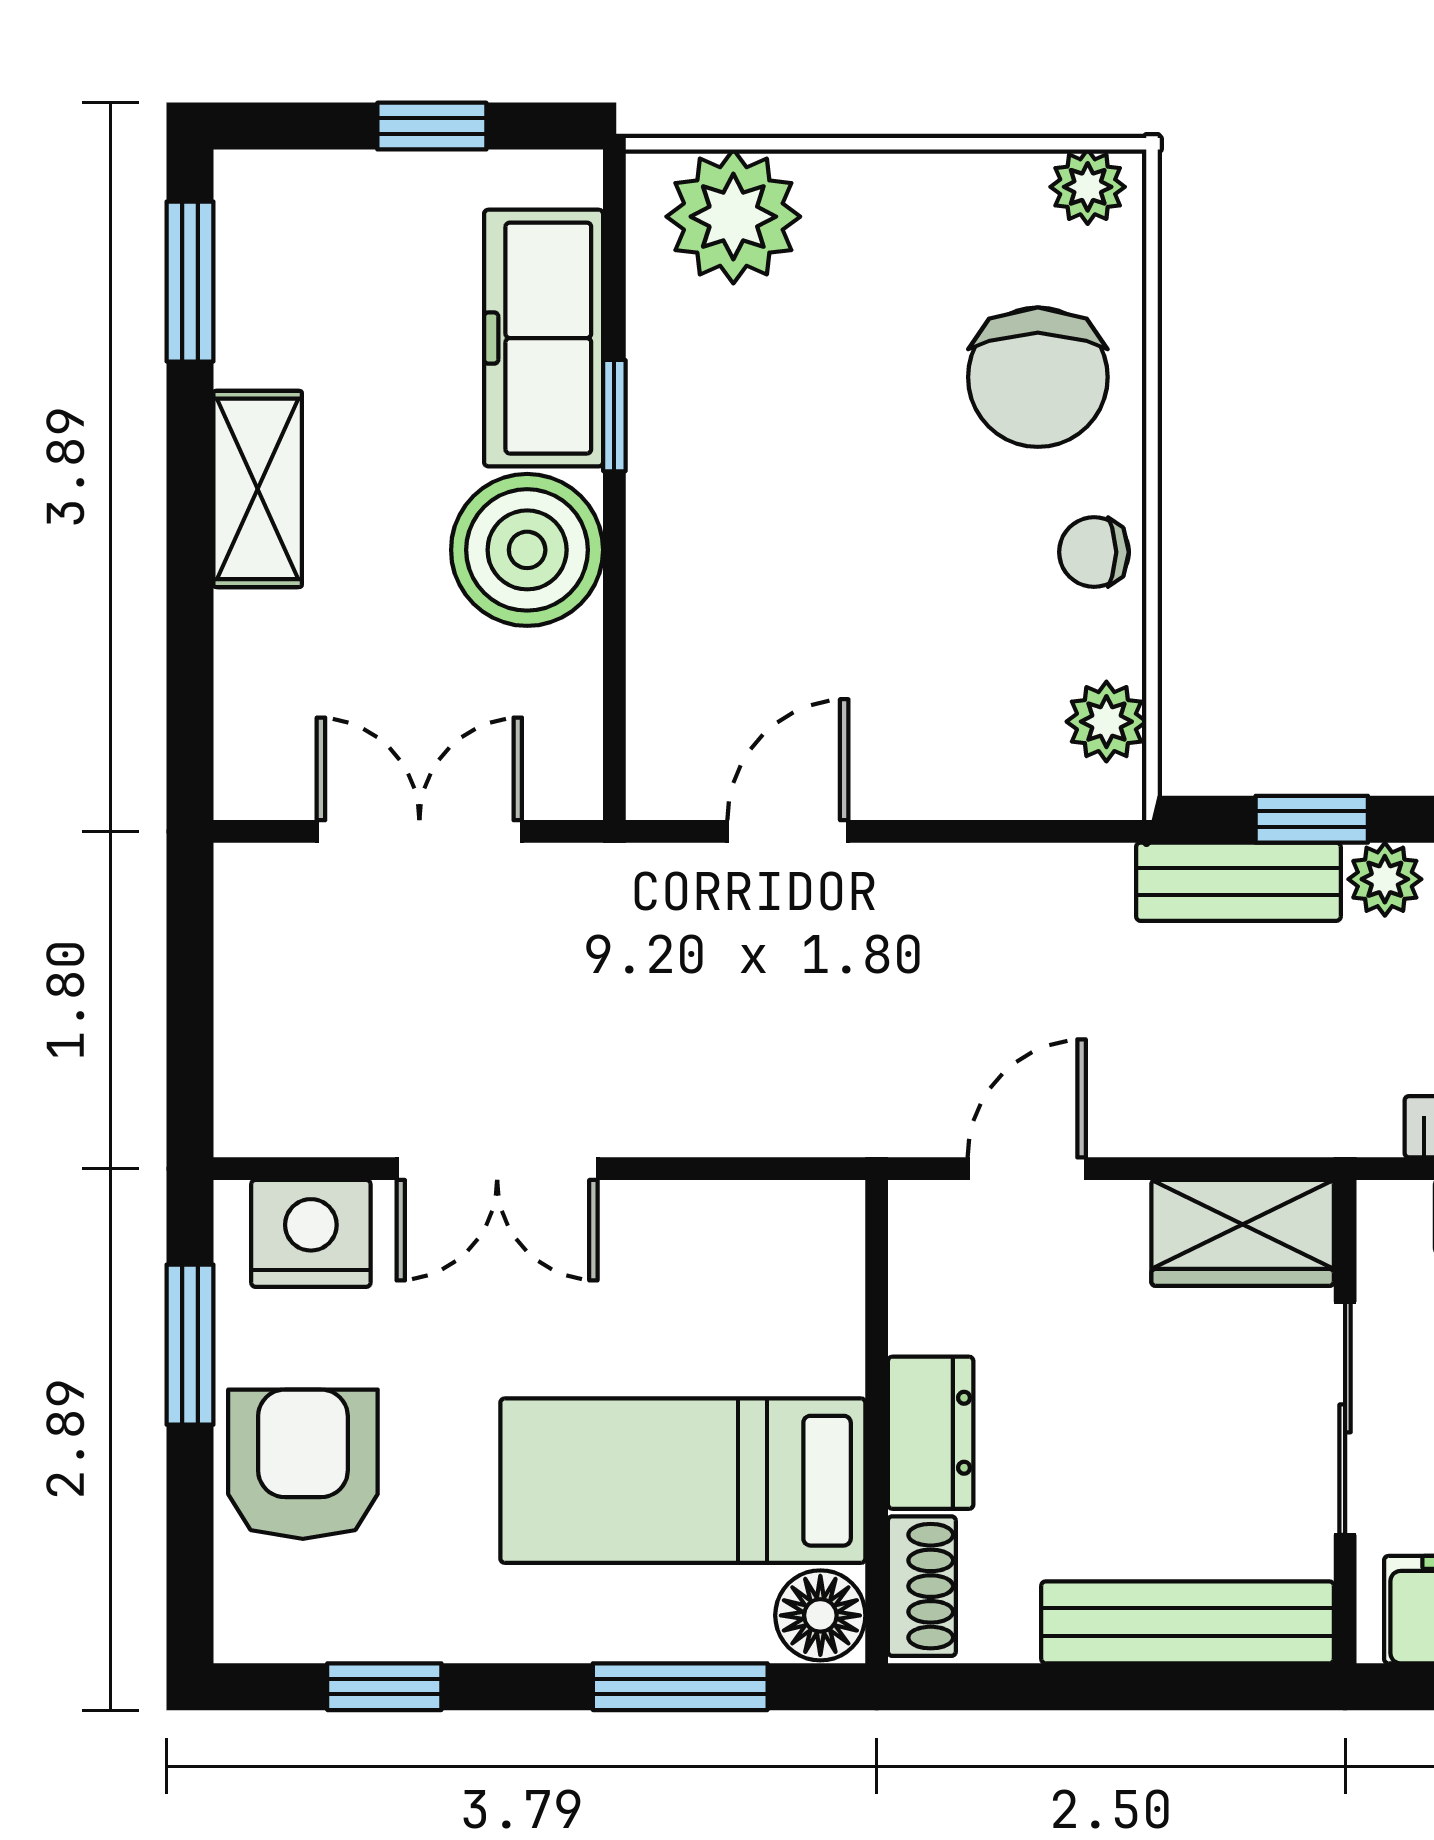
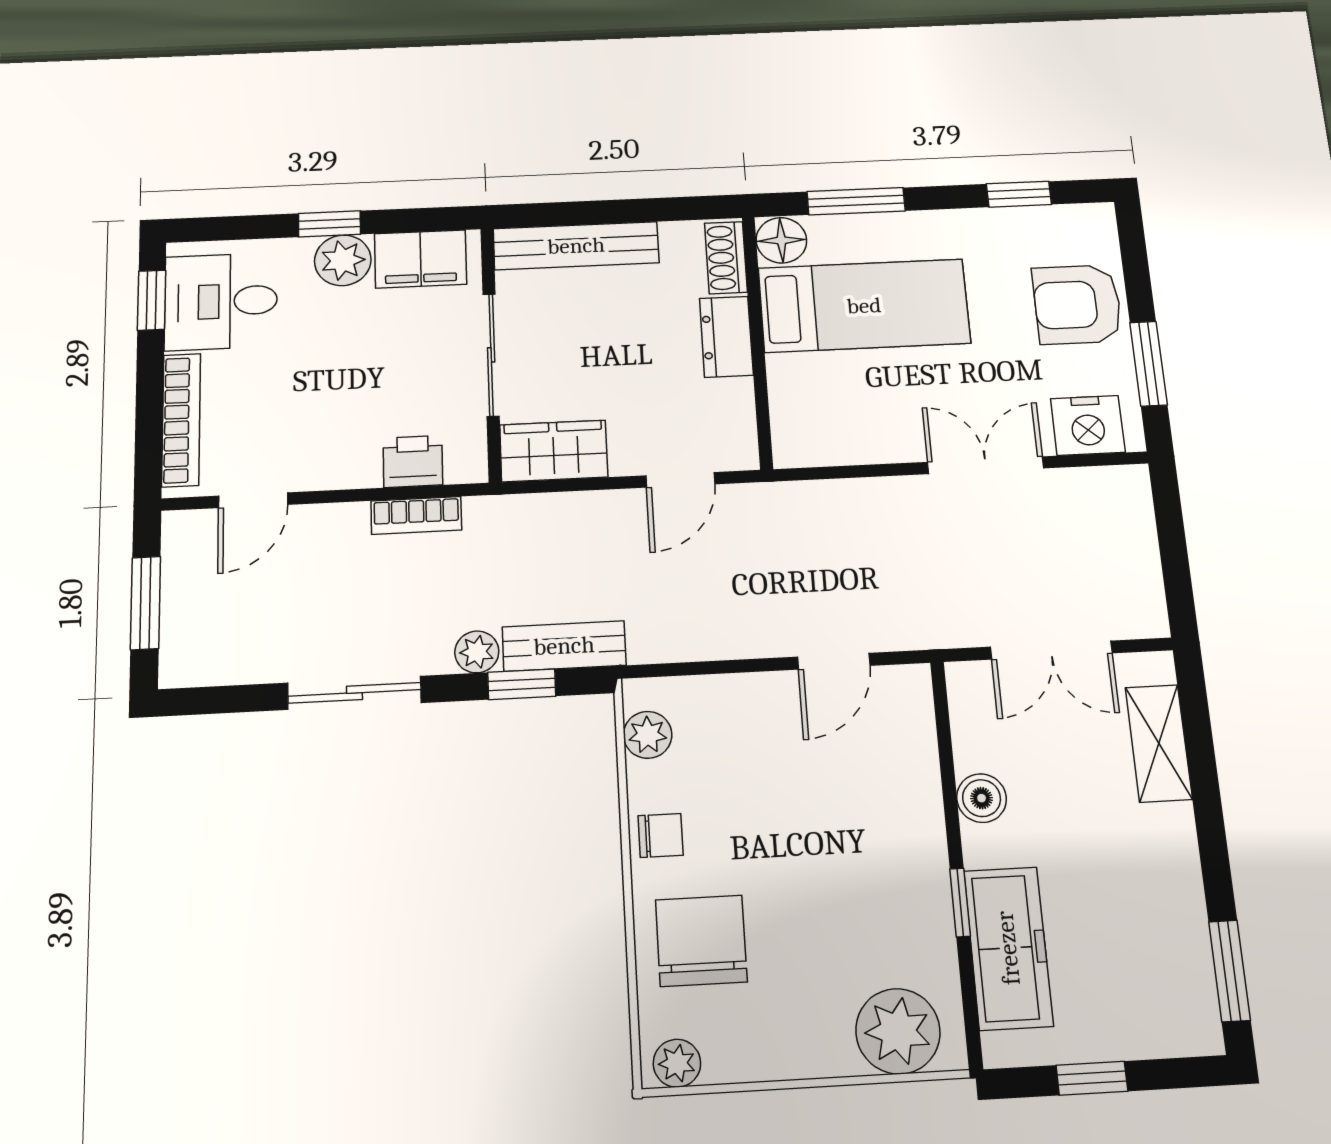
shelving: (258, 489) -> (1159, 743), moved
boiler: (527, 550) -> (982, 798), width x0.54, depth x0.54
armchair: (303, 1464) -> (1077, 304), turned 90

